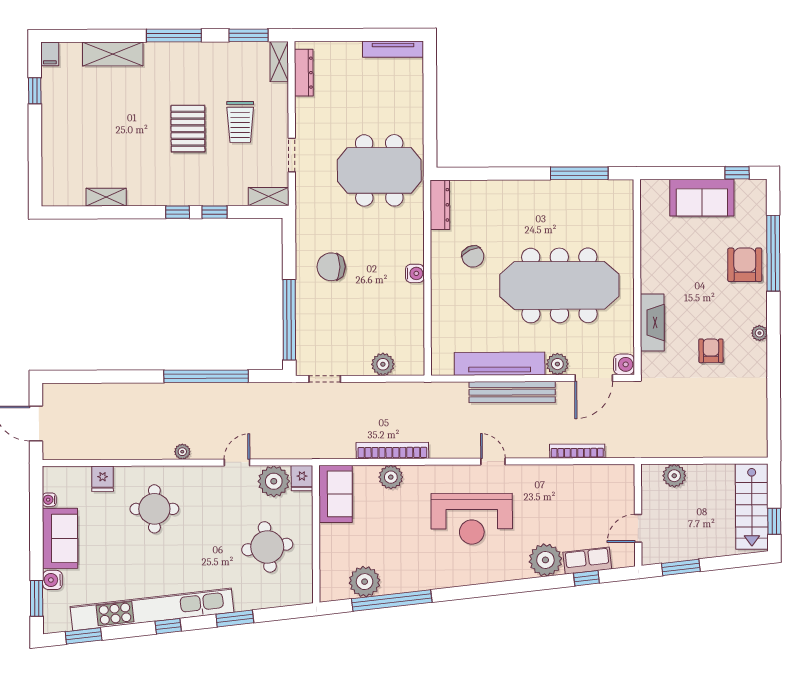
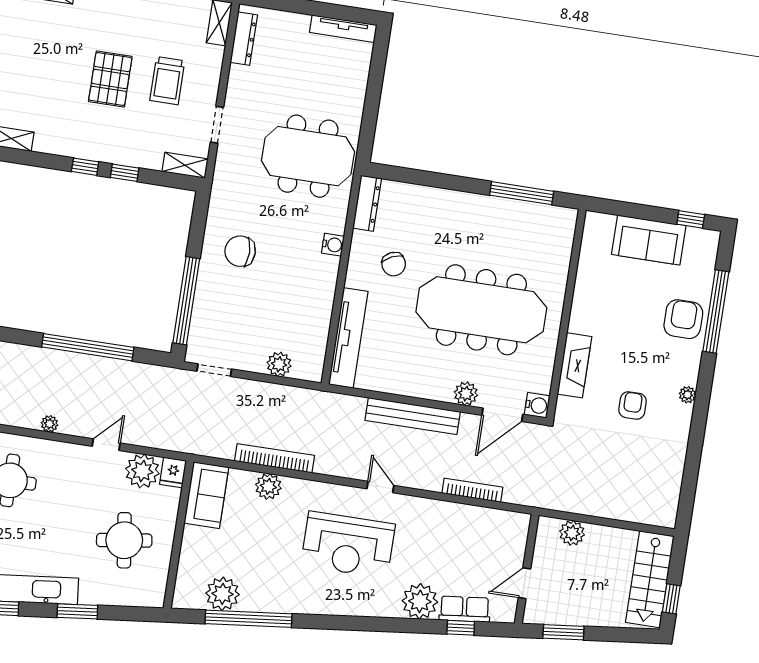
water cooler: (415, 273) -> (333, 245), moved
tv unit: (500, 364) -> (348, 338), moved, turned 90

